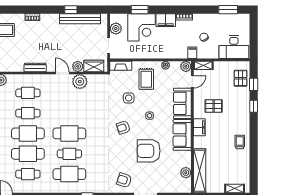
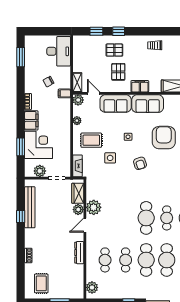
pallet: (241, 78) -> (114, 50), moved
armchair: (149, 151) -> (164, 138), turned 180

